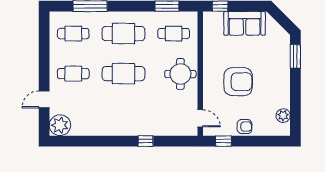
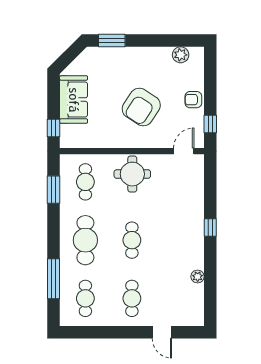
cafe table: (123, 74) -> (132, 240), width x0.73, depth x0.74
armchair: (238, 82) -> (141, 107), turned -147
plant: (60, 125) -> (198, 277), moved, width x0.53, depth x0.53
armchair: (244, 127) -> (193, 100), turned -90
window: (146, 141) -> (210, 228), moved

